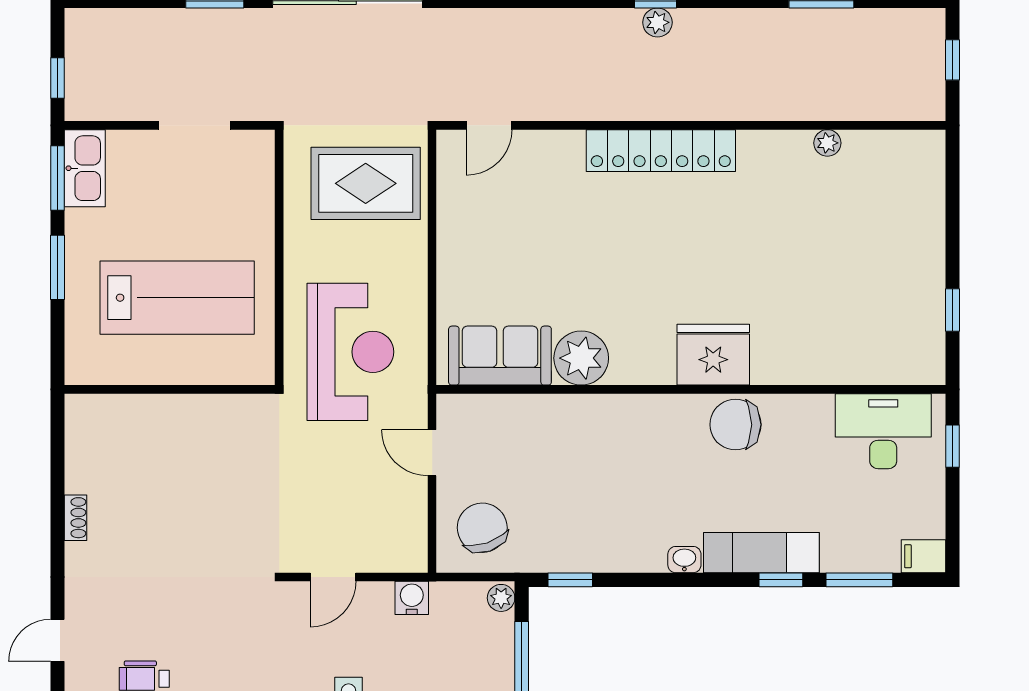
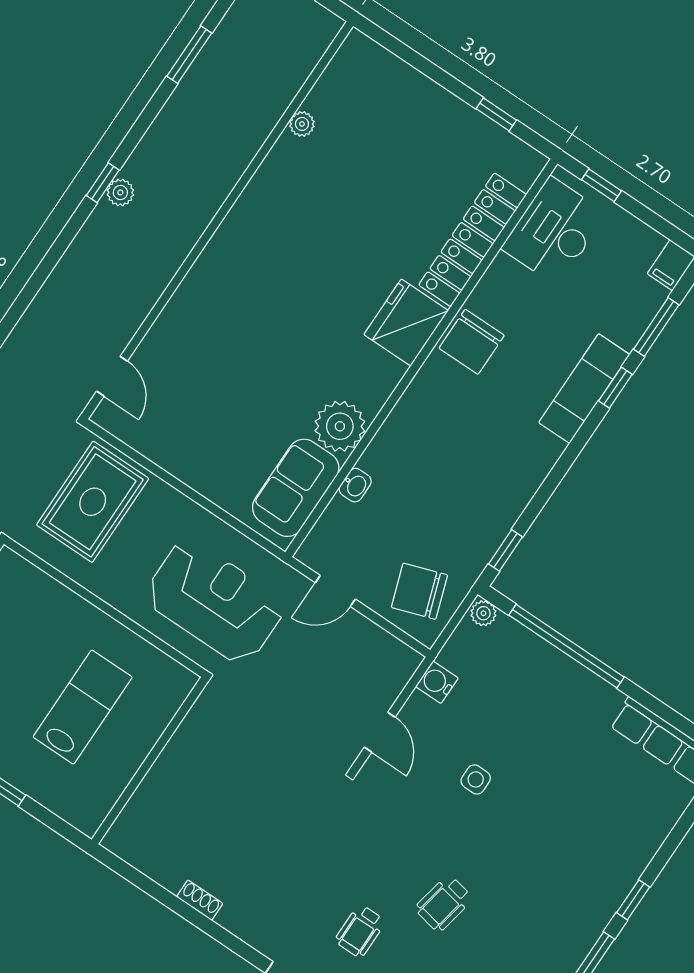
locker: (661, 151) -> (473, 240), moved, turned 180
lab bench: (177, 298) -> (83, 707), width x0.73, depth x0.72
washbasin: (684, 560) -> (355, 485), moved, turned 180

